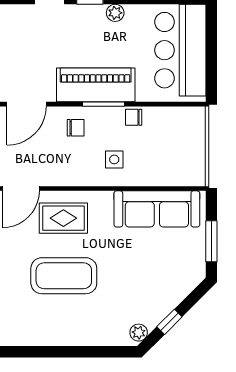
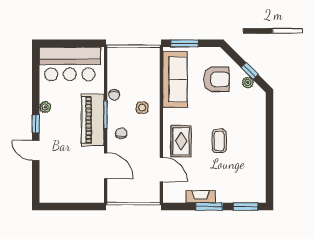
window: (211, 241) -> (185, 43), moved
armchair: (157, 272) -> (217, 79), added
coffee table: (64, 276) -> (219, 141), width x0.54, depth x0.58
plant: (139, 333) -> (248, 83), moved

